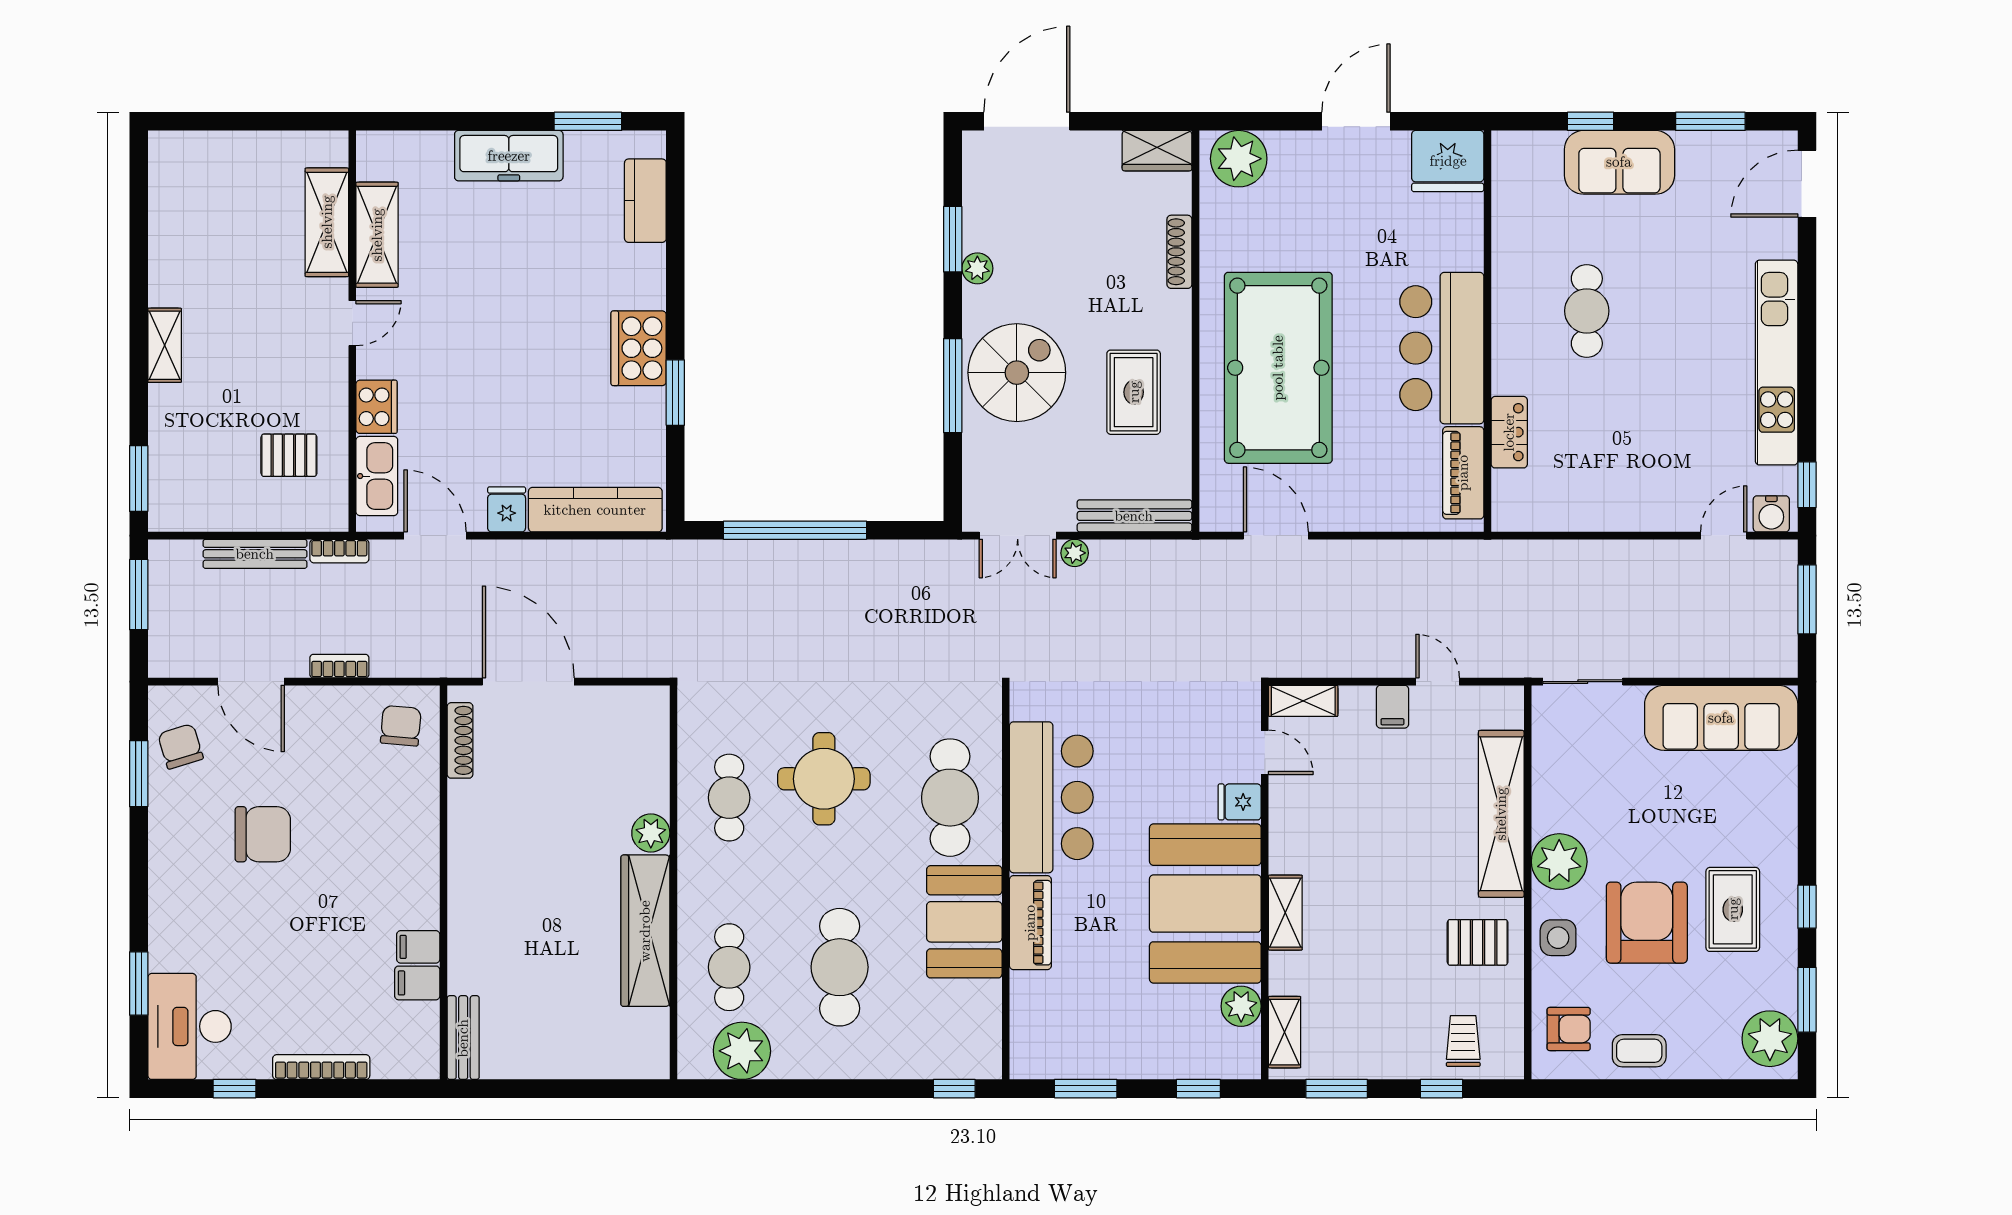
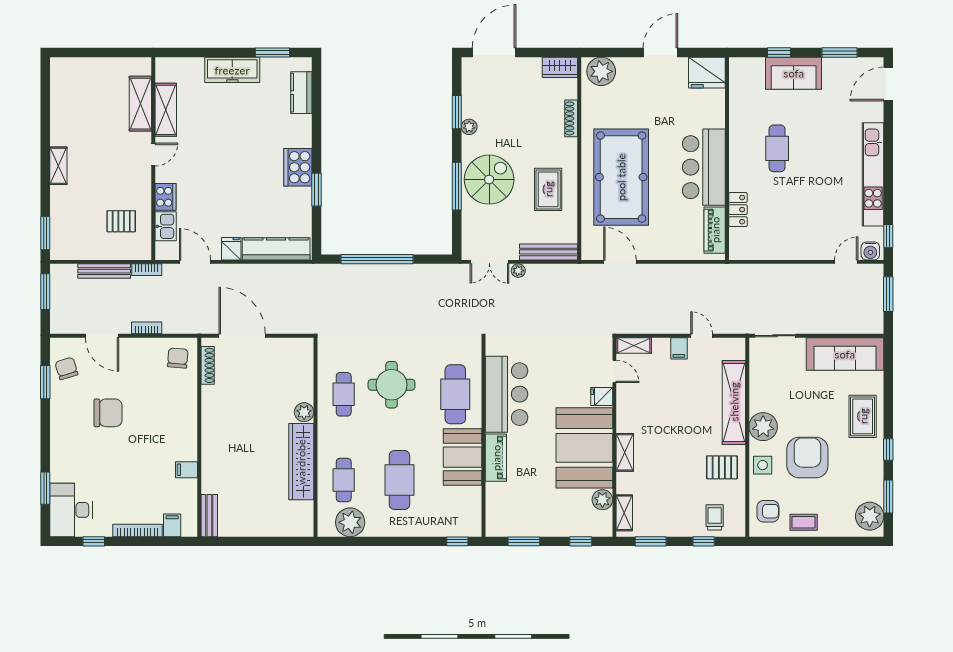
kitchen sink: (377, 476) -> (166, 226), width x0.73
rug: (1733, 909) -> (863, 416), moved
filing cabinet: (417, 983) -> (172, 525), moved, turned 90

